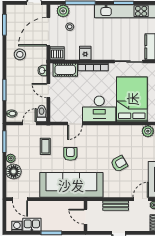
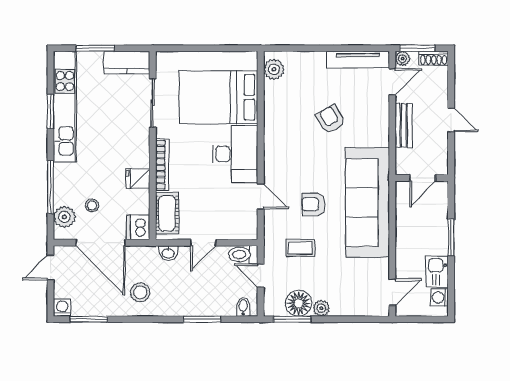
washing machine: (11, 10) -> (62, 308), added
floor lamp: (14, 171) -> (299, 303), moved
door: (141, 199) -> (392, 82), swing flipped

